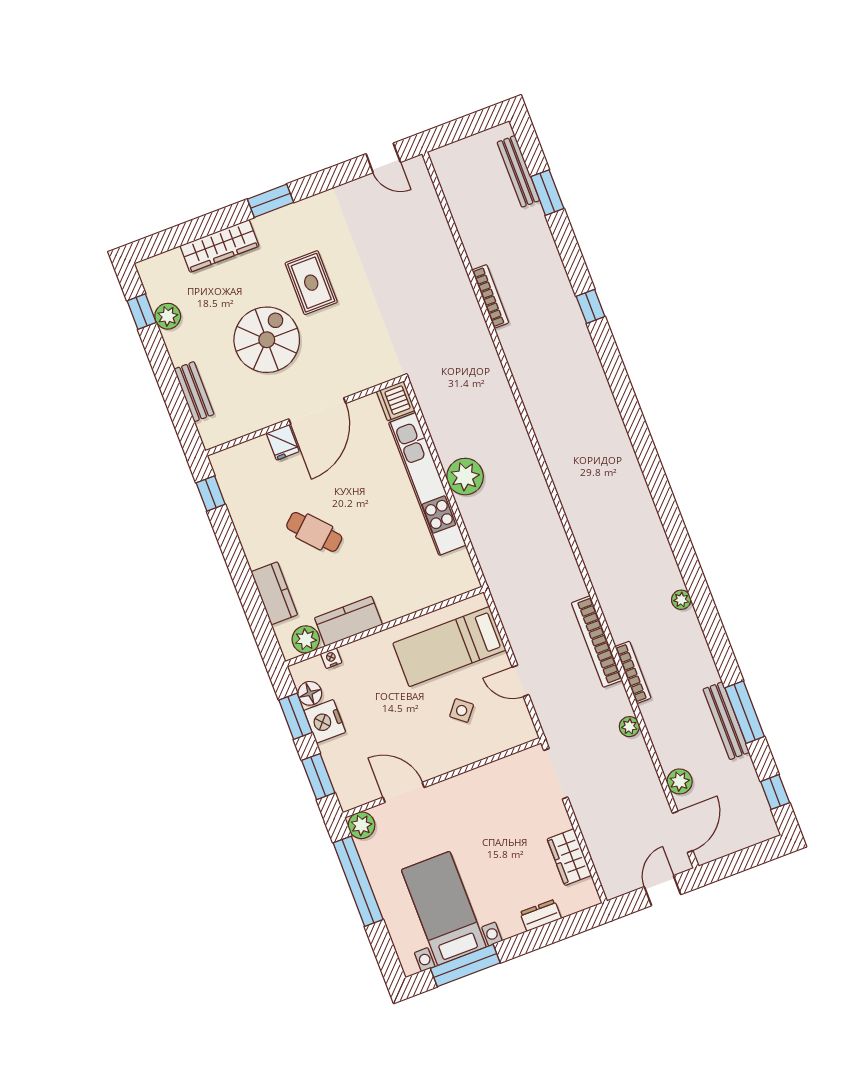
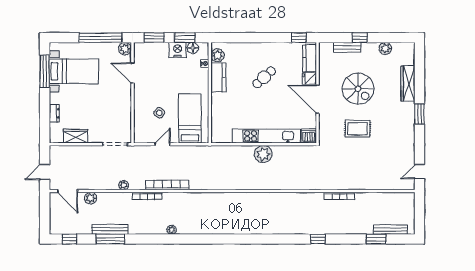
rug: (311, 283) -> (358, 129), moved
window: (142, 312) -> (360, 38), moved
kitchen counter: (274, 593) -> (310, 58), moved, turned 90
door: (404, 792) -> (132, 73), swing flipped
door: (663, 891) -> (45, 172), swing flipped

